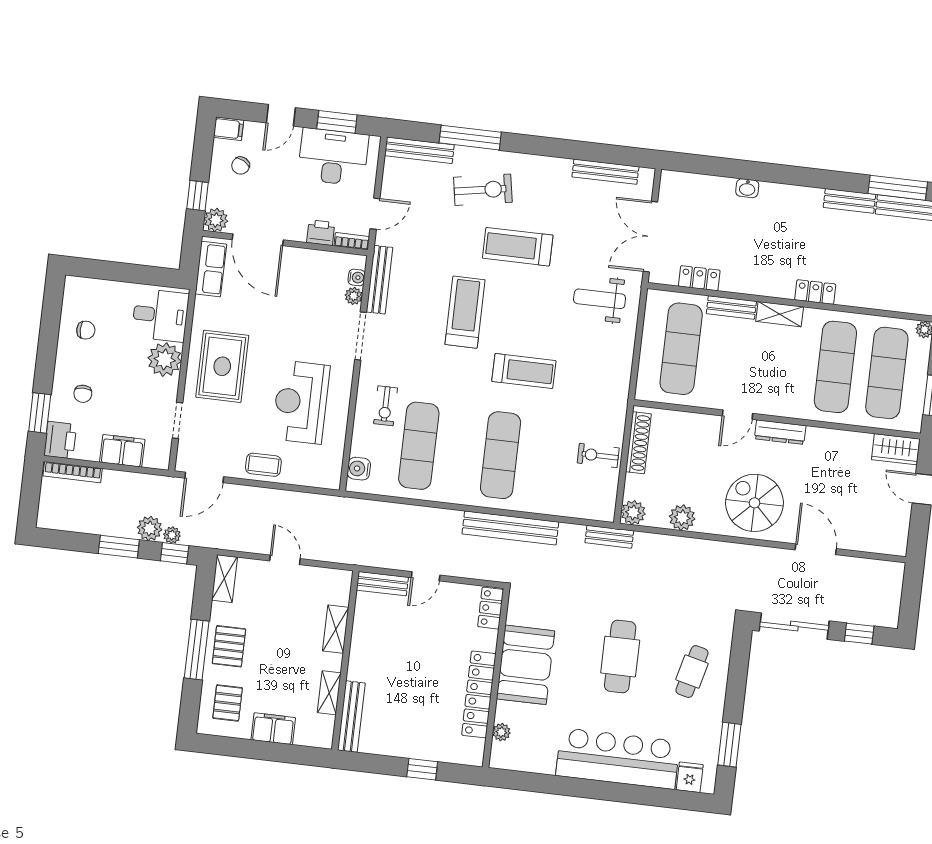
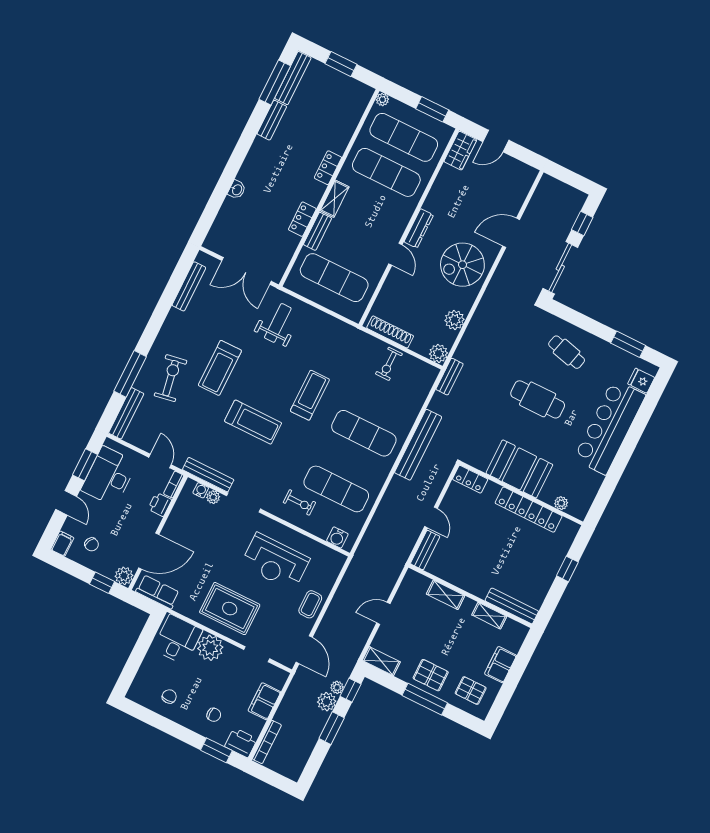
locker: (699, 278) -> (302, 219), moved
weight bench: (600, 299) -> (278, 323), turned 180
treadmill: (465, 312) -> (253, 422), turned 180

